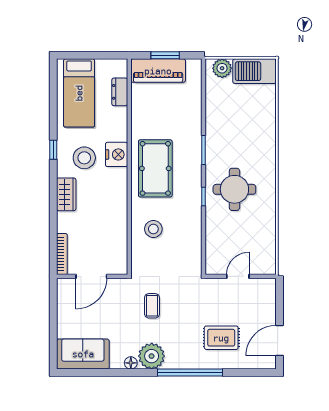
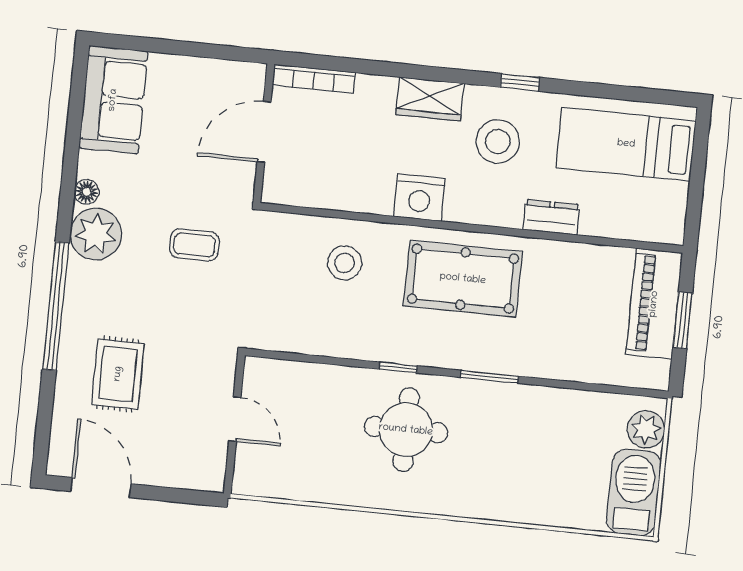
dresser: (120, 92) -> (551, 217), moved
nightstand: (117, 154) -> (419, 198), moved
door: (91, 276) -> (264, 132), hinge flipped

